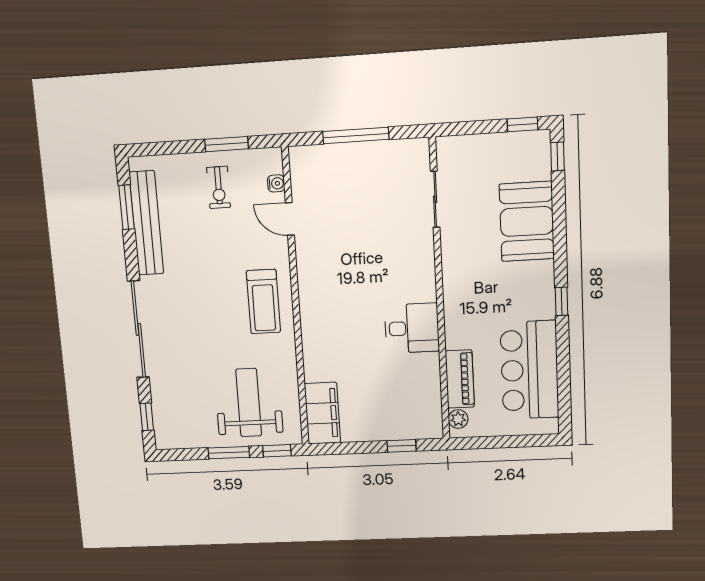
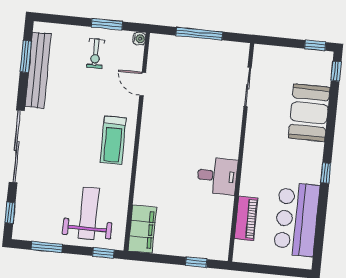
water cooler: (276, 183) -> (139, 39), moved
plant: (458, 419) -> (241, 248), removed
window: (229, 453) -> (47, 247), moved

